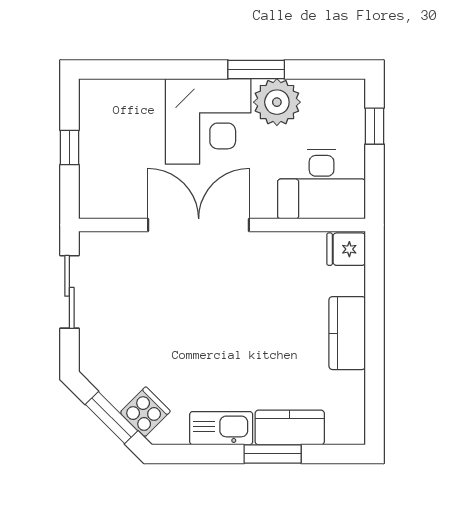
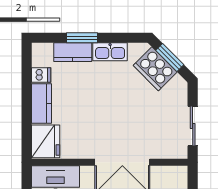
fridge: (346, 249) -> (46, 141), width x1.88, depth x1.34
dishwasher: (348, 386) -> (41, 75), added
cooker: (145, 412) -> (155, 69), width x1.87, depth x1.31

